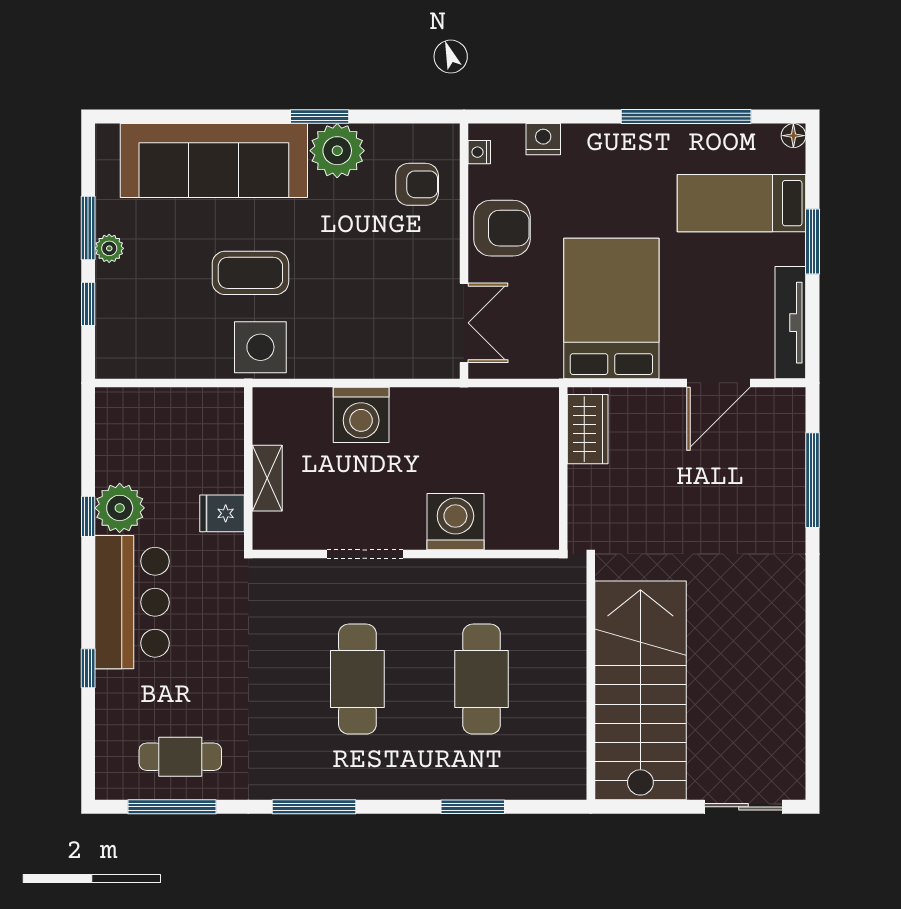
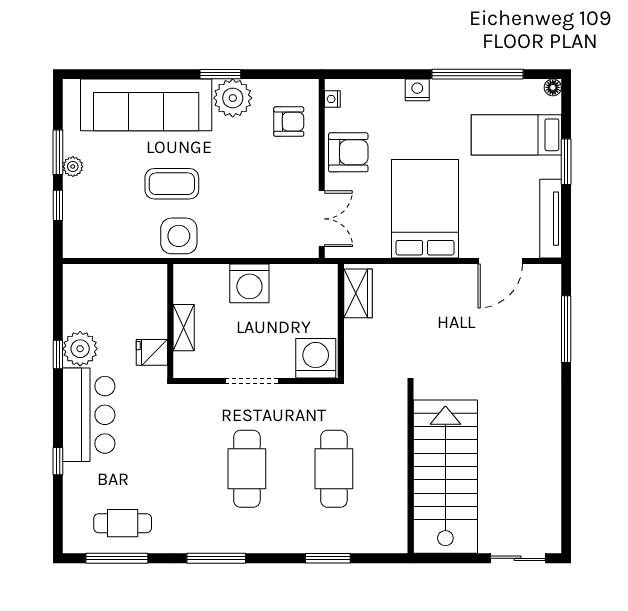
nightstand: (543, 139) -> (417, 90), moved
wardrobe: (588, 429) -> (358, 293), moved
wall: (563, 469) -> (341, 321), moved

